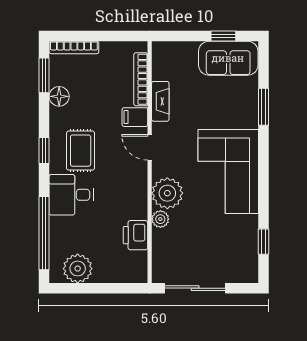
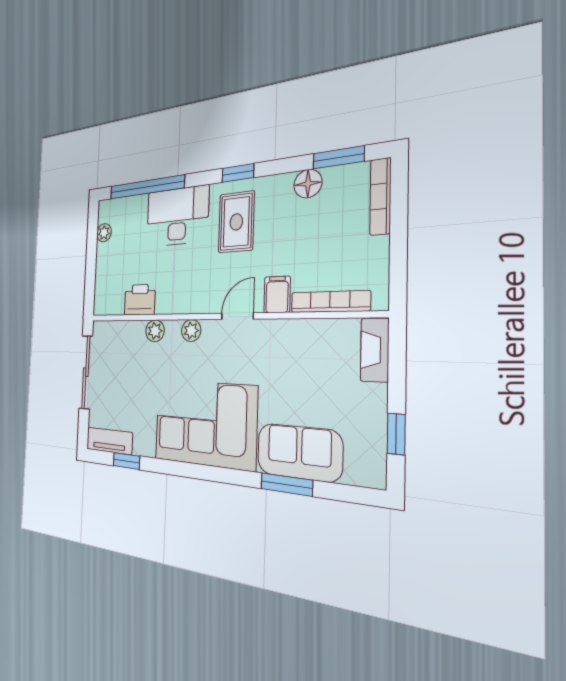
sofa: (228, 58) -> (299, 452), moved, turned 90
fireplace: (160, 101) -> (375, 350), moved, turned 90
rug: (81, 151) -> (236, 222), turned 90
plant: (167, 193) -> (191, 331), width x0.53, depth x0.53
desk: (71, 195) -> (177, 216), width x1.37
tv unit: (249, 260) -> (109, 441), added
plant: (78, 269) -> (104, 233), width x0.53, depth x0.53

